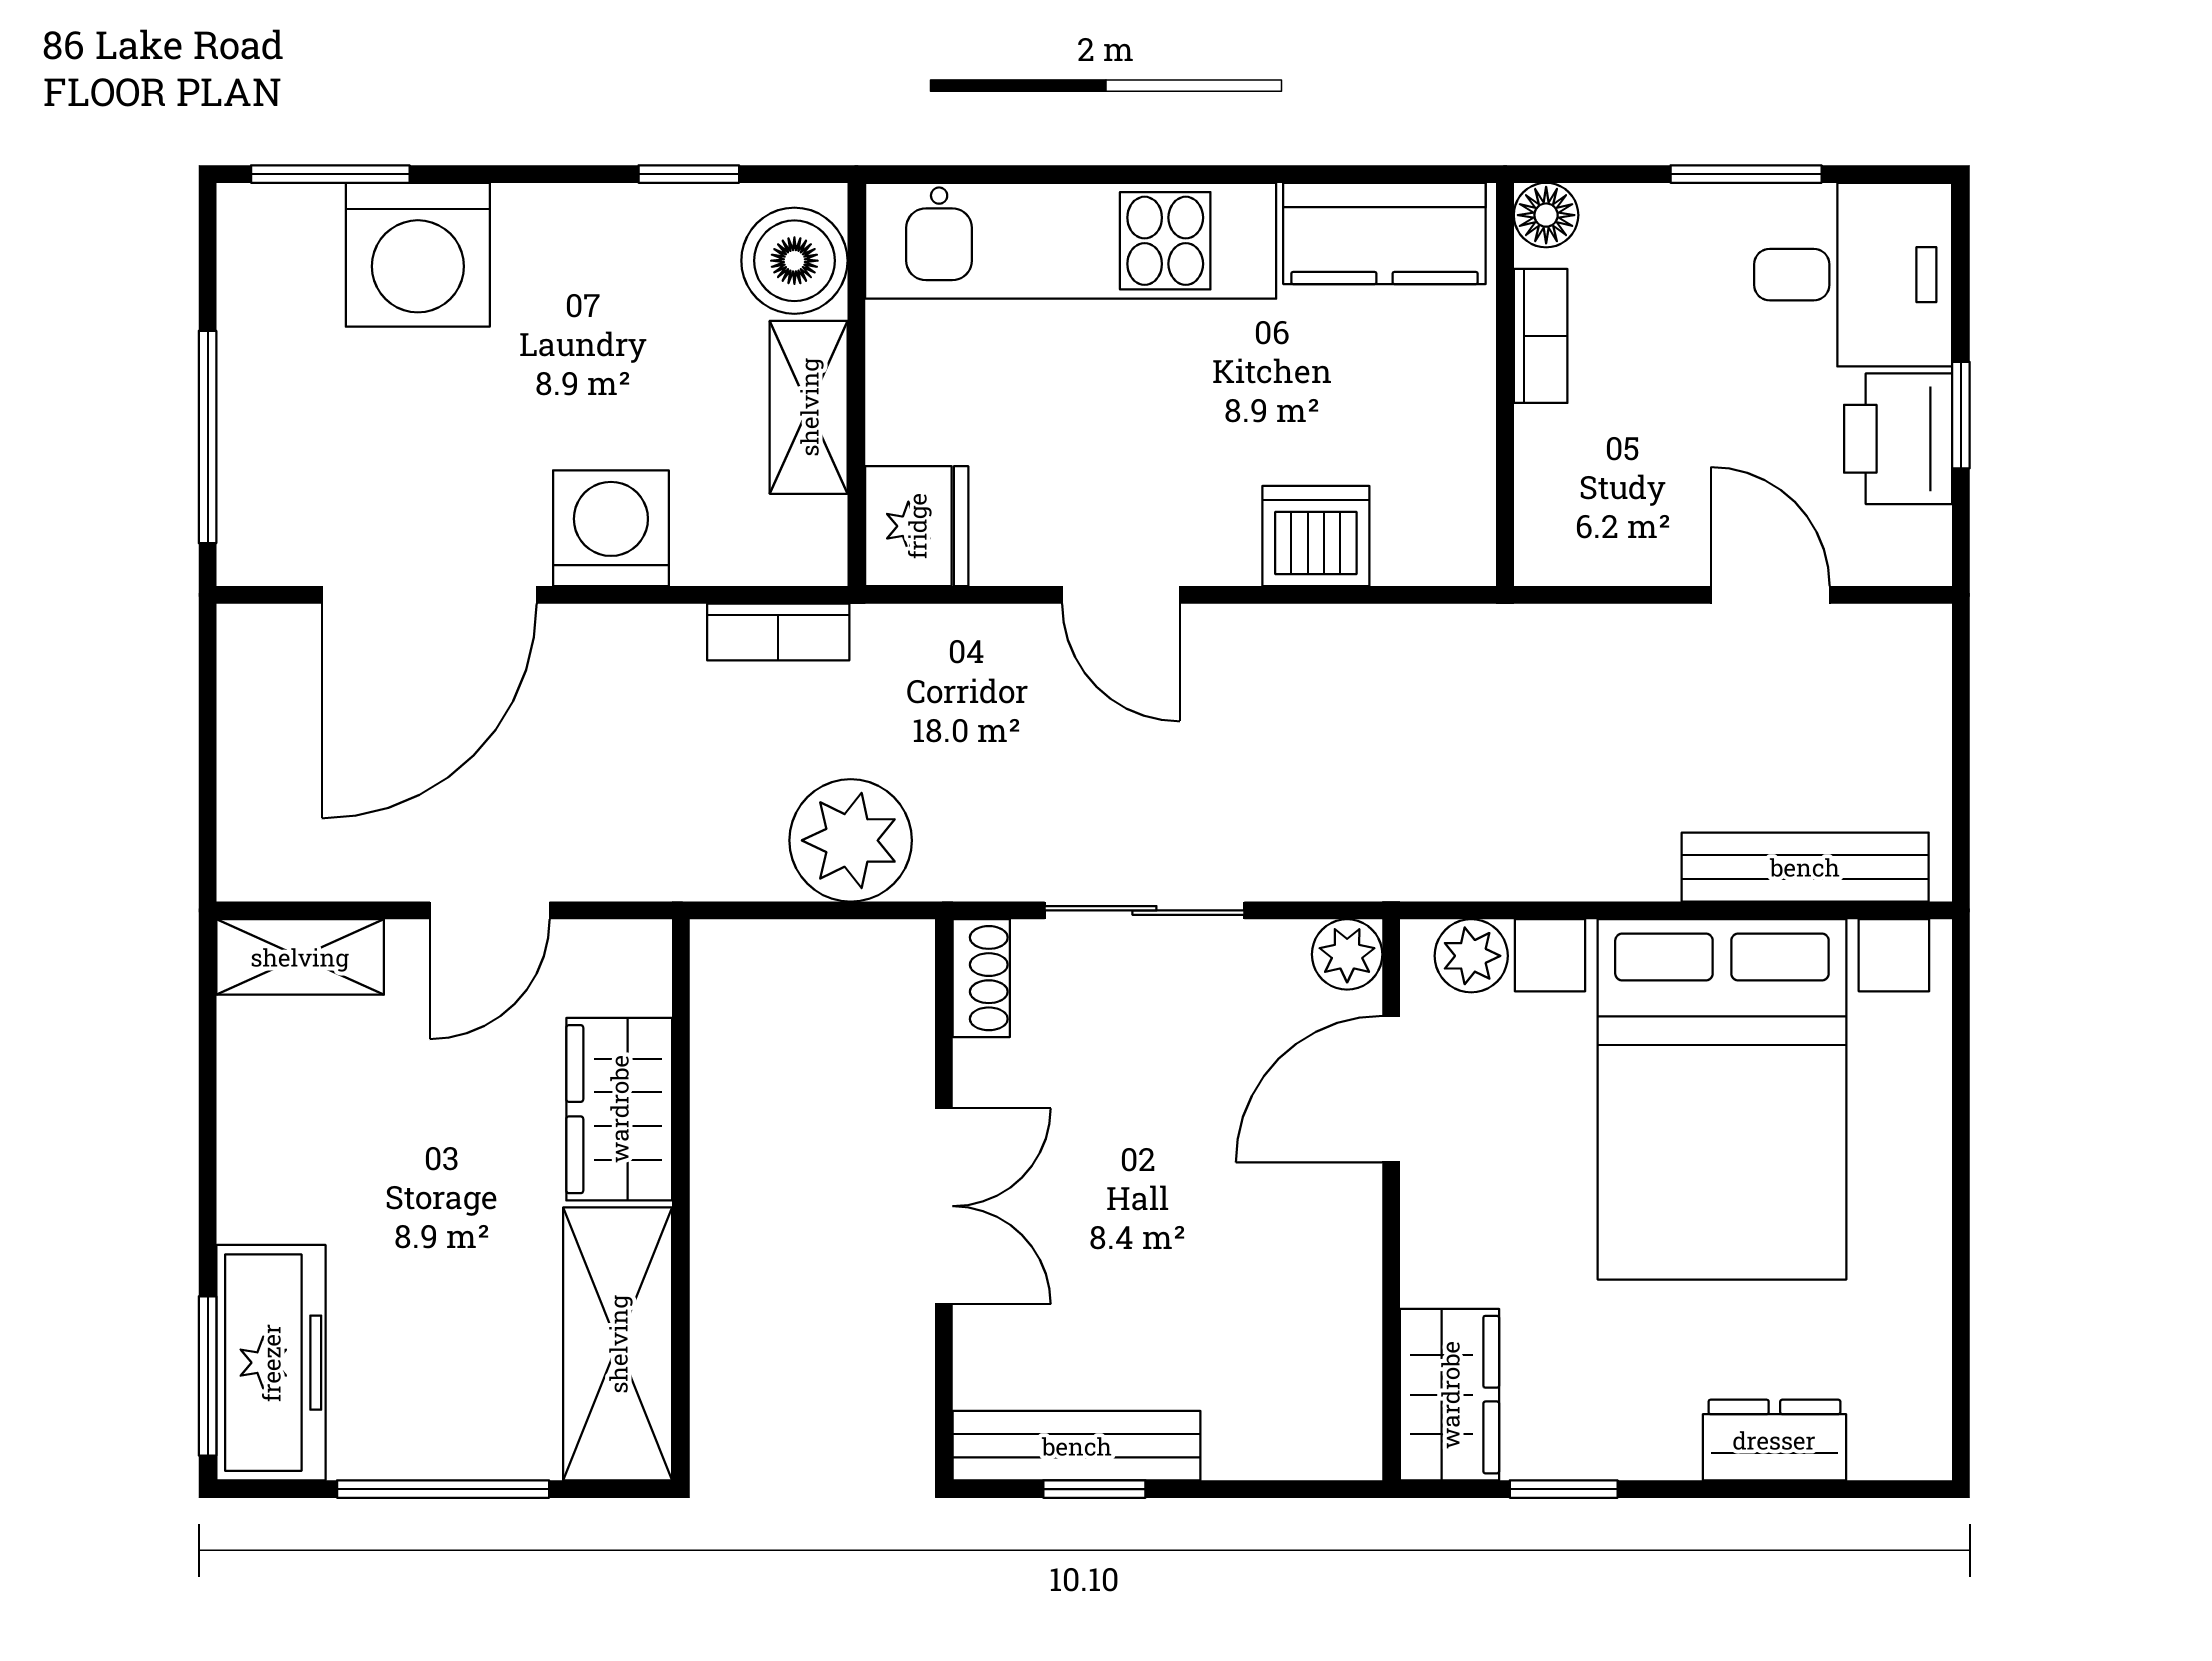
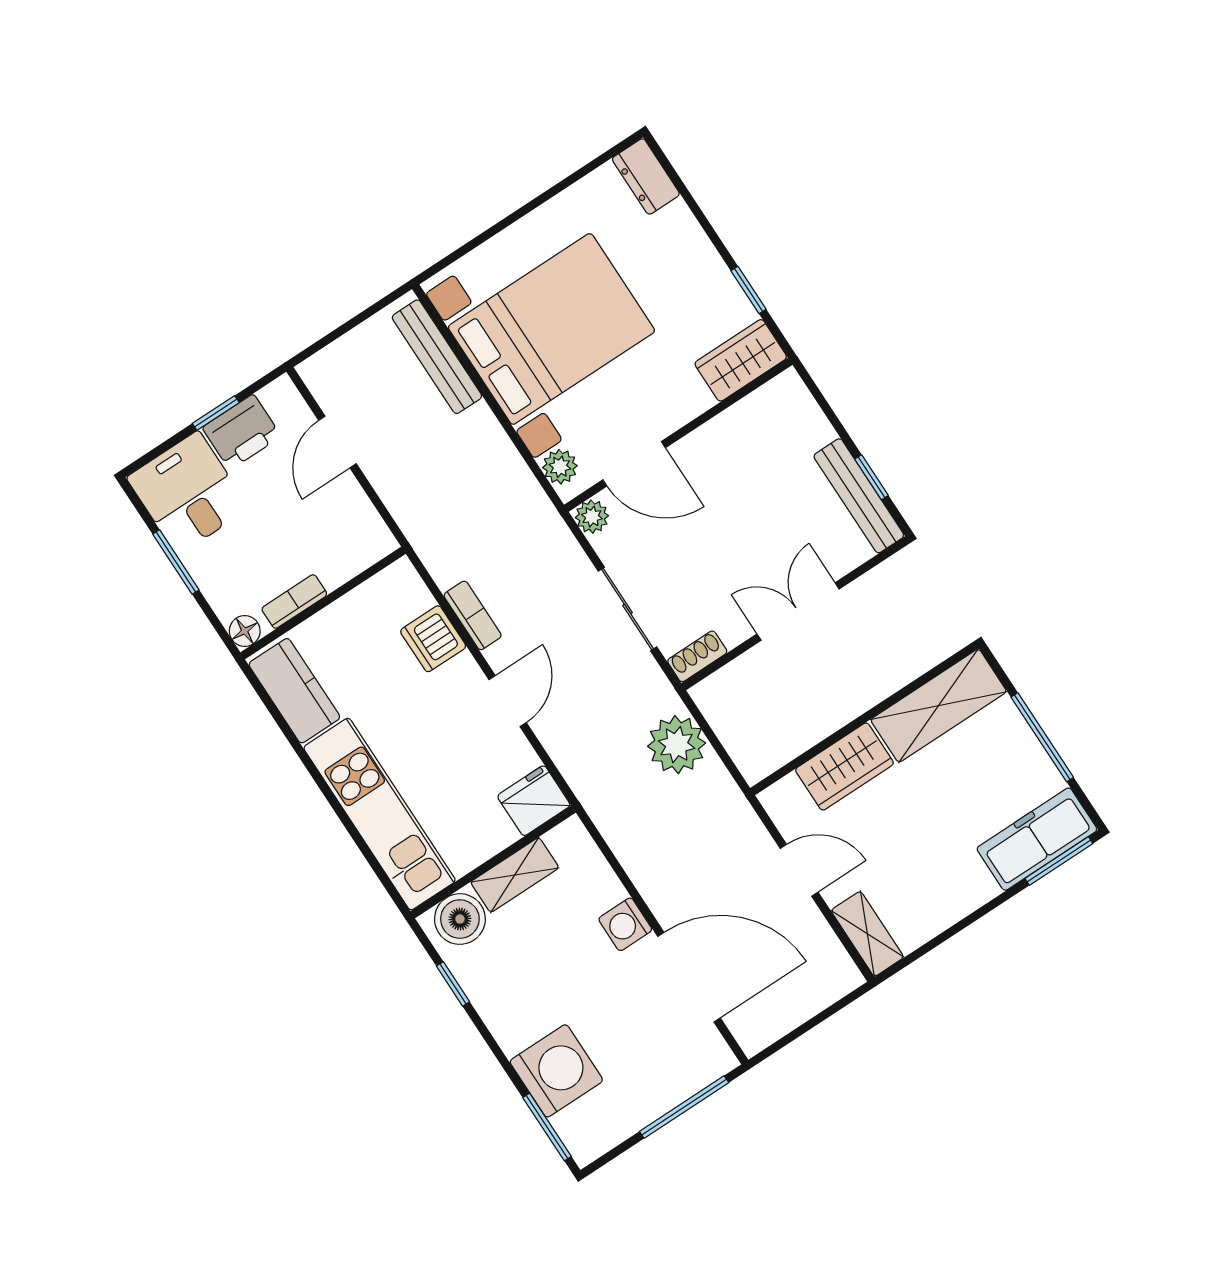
washing machine: (611, 528) -> (625, 924), width x0.73, depth x0.73
bookcase: (778, 632) -> (473, 615), moved
dresser: (1774, 1440) -> (646, 176), moved

